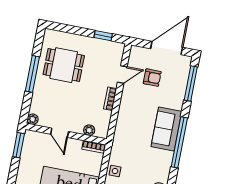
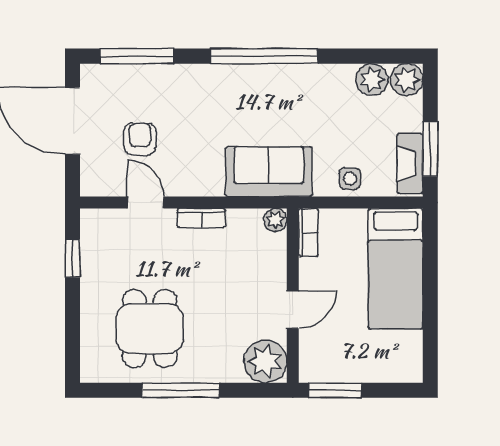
plant: (33, 119) -> (265, 361), width x1.87, depth x1.87
sofa: (166, 129) -> (269, 172), moved, turned 180
plant: (89, 130) -> (275, 220), moved

